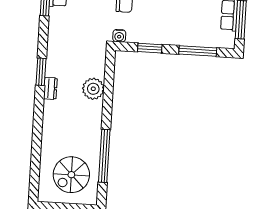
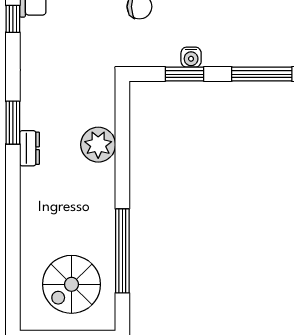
water cooler: (119, 36) -> (191, 57), moved

